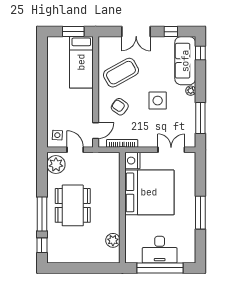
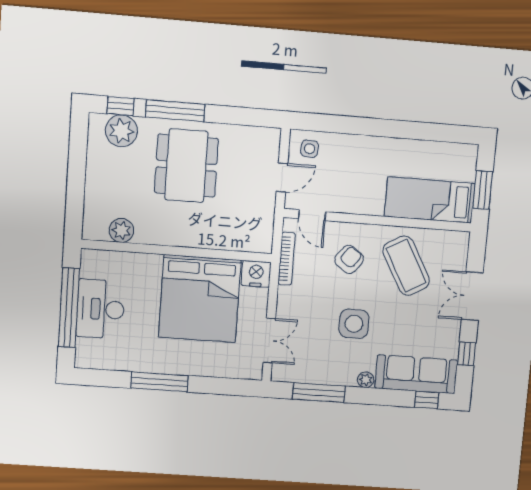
plant: (56, 165) -> (121, 131), moved
dining table: (73, 205) -> (186, 166), turned 90

